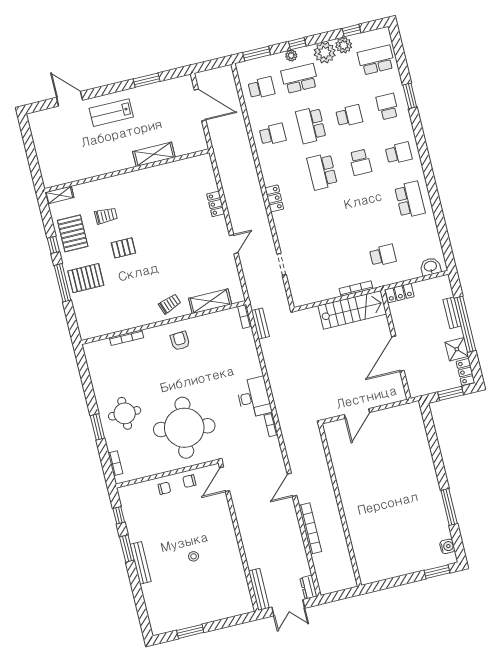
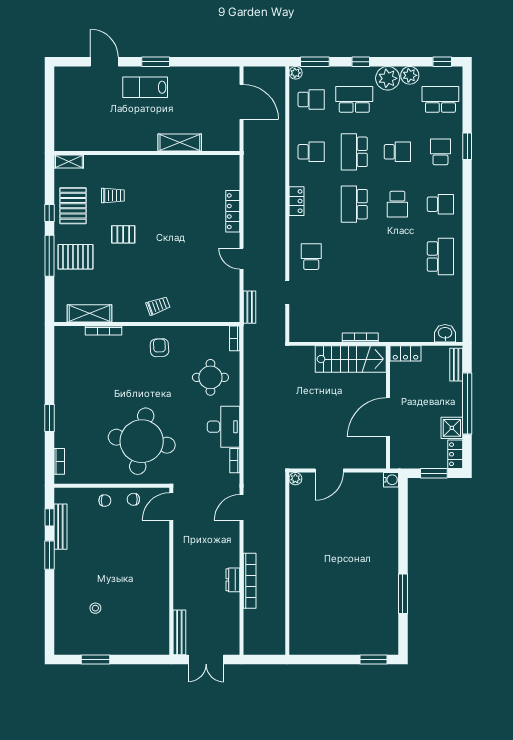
window: (352, 31) -> (442, 62), moved
plant: (291, 56) -> (296, 73), moved
window: (147, 80) -> (156, 62), moved
locker: (274, 198) -> (296, 201), moved
locker: (216, 204) -> (233, 211), width x1.53
door: (234, 244) -> (242, 259), swing flipped
school desk: (383, 255) -> (311, 257), moved, turned -90
shelving: (210, 301) -> (90, 313), moved
bench: (452, 313) -> (456, 365), moved
bench: (260, 324) -> (250, 307), moved
round table: (125, 413) -> (210, 377), moved
plant: (329, 428) -> (295, 479), added
door: (292, 485) -> (242, 507), moved
water cooler: (447, 546) -> (391, 480), moved
stool: (194, 556) -> (95, 608), moved
bench: (141, 563) -> (60, 527), moved
dresser: (309, 587) -> (233, 580), moved

